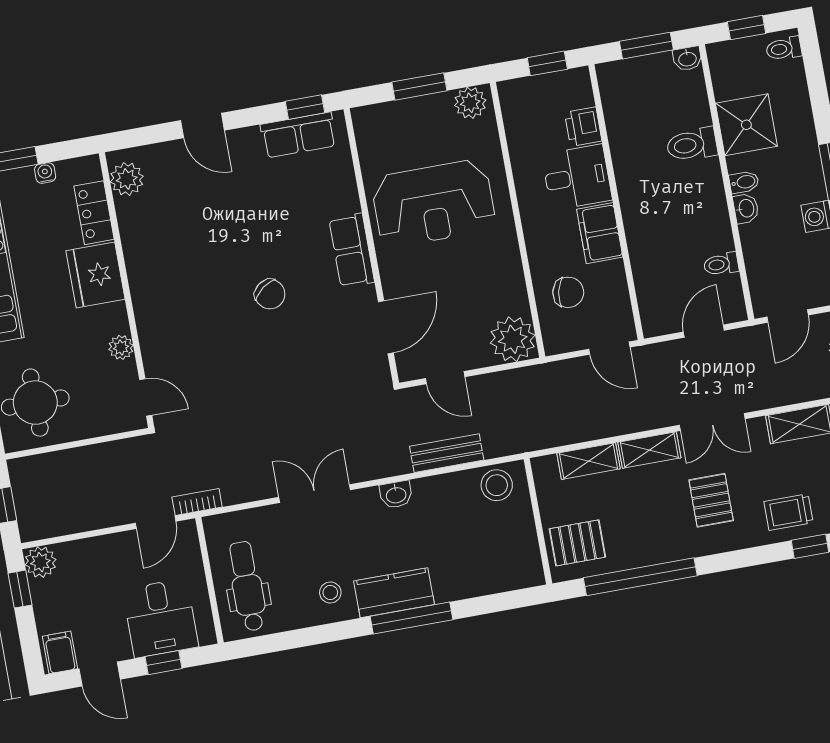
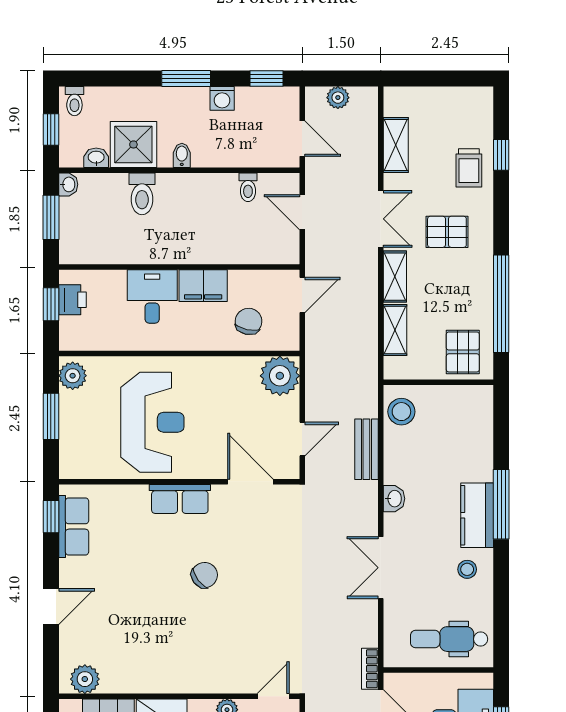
printer: (583, 127) -> (73, 300), moved, turned -90
washbasin: (746, 208) -> (96, 158), moved

